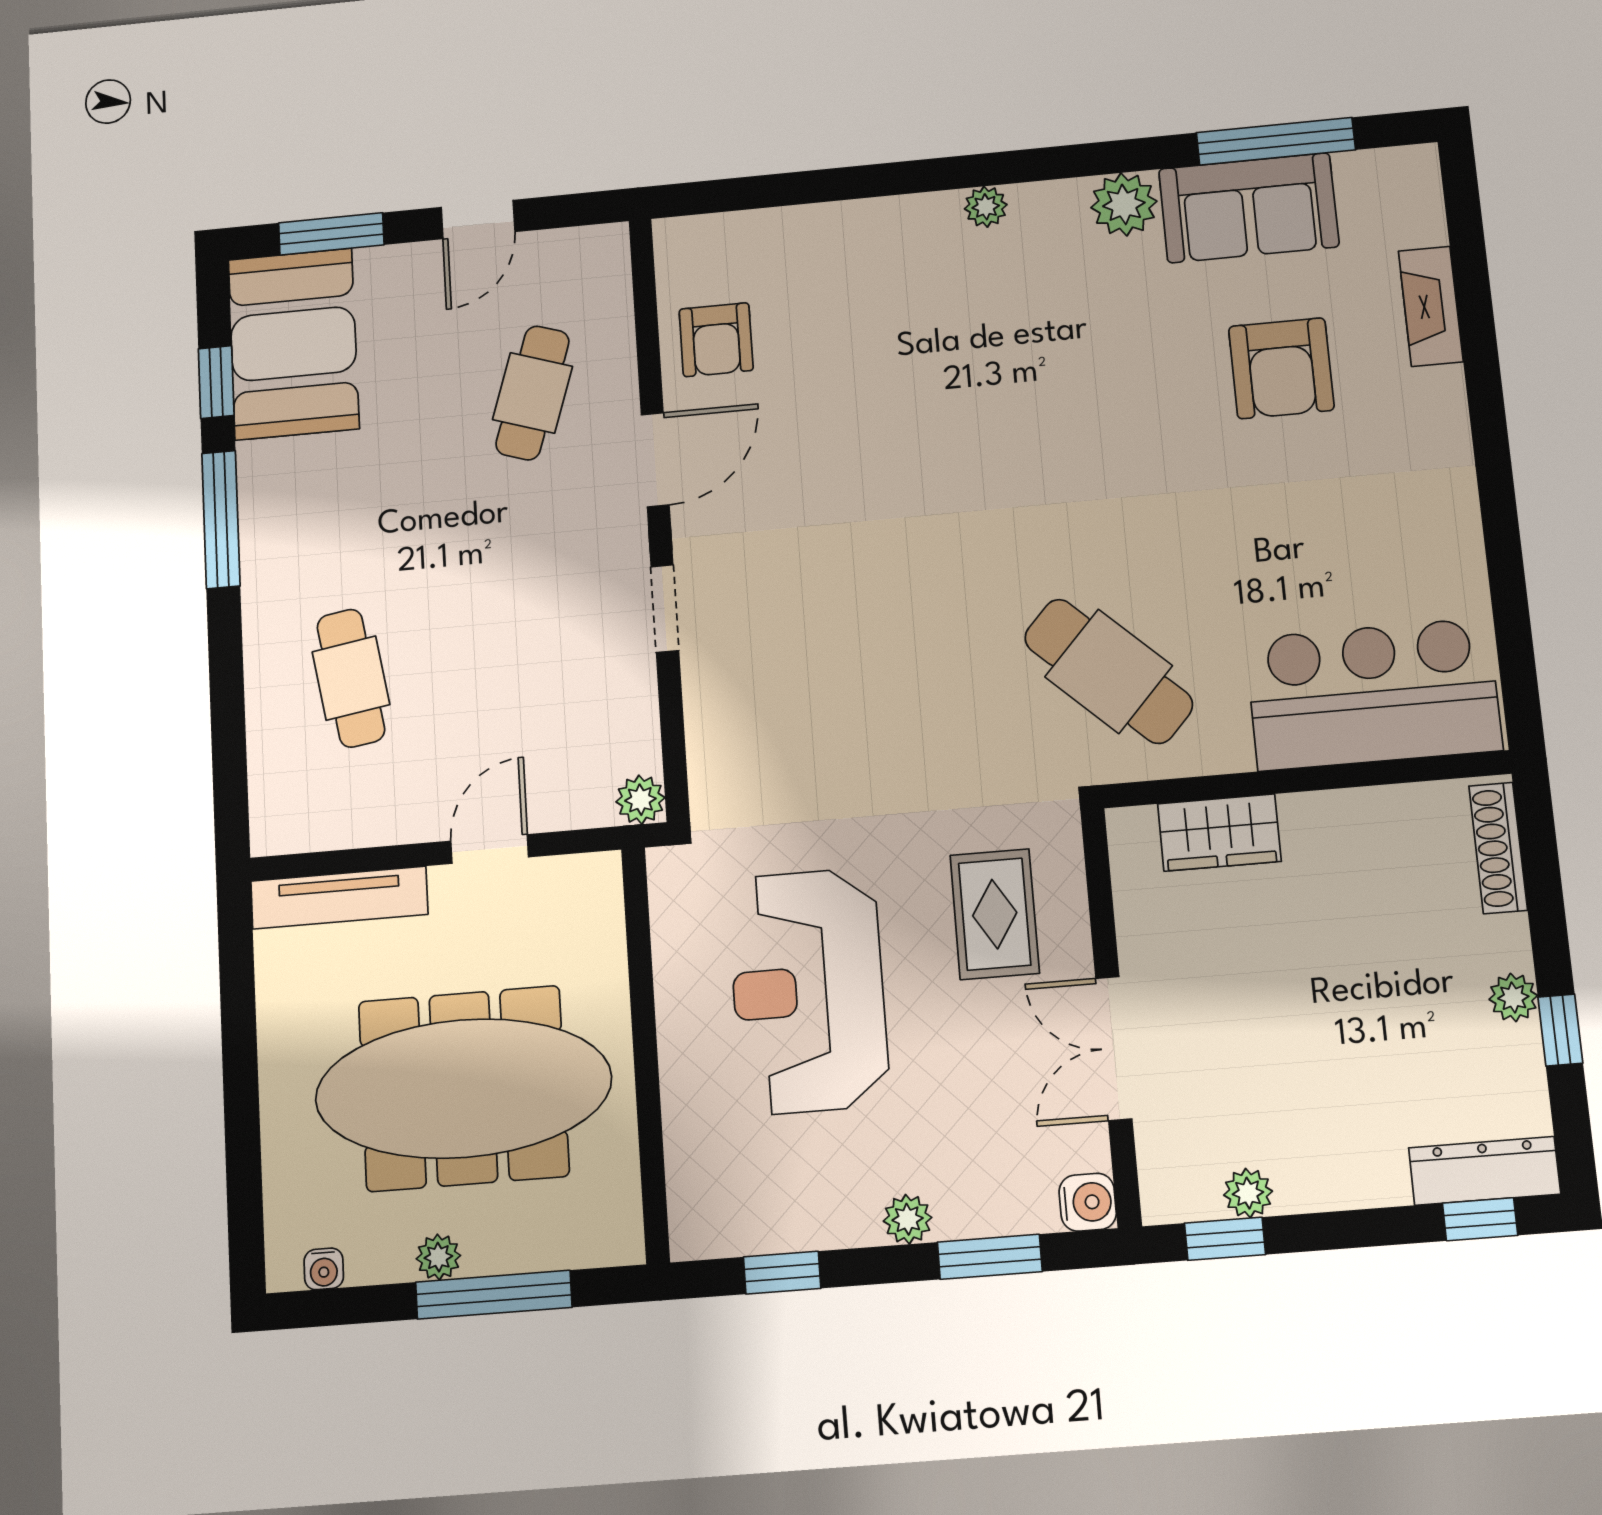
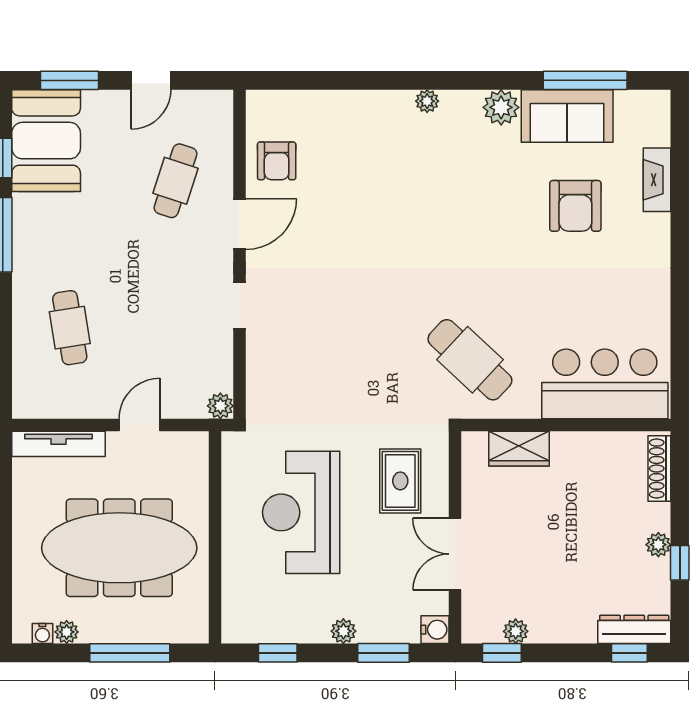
plant: (438, 1257) -> (67, 632), moved

